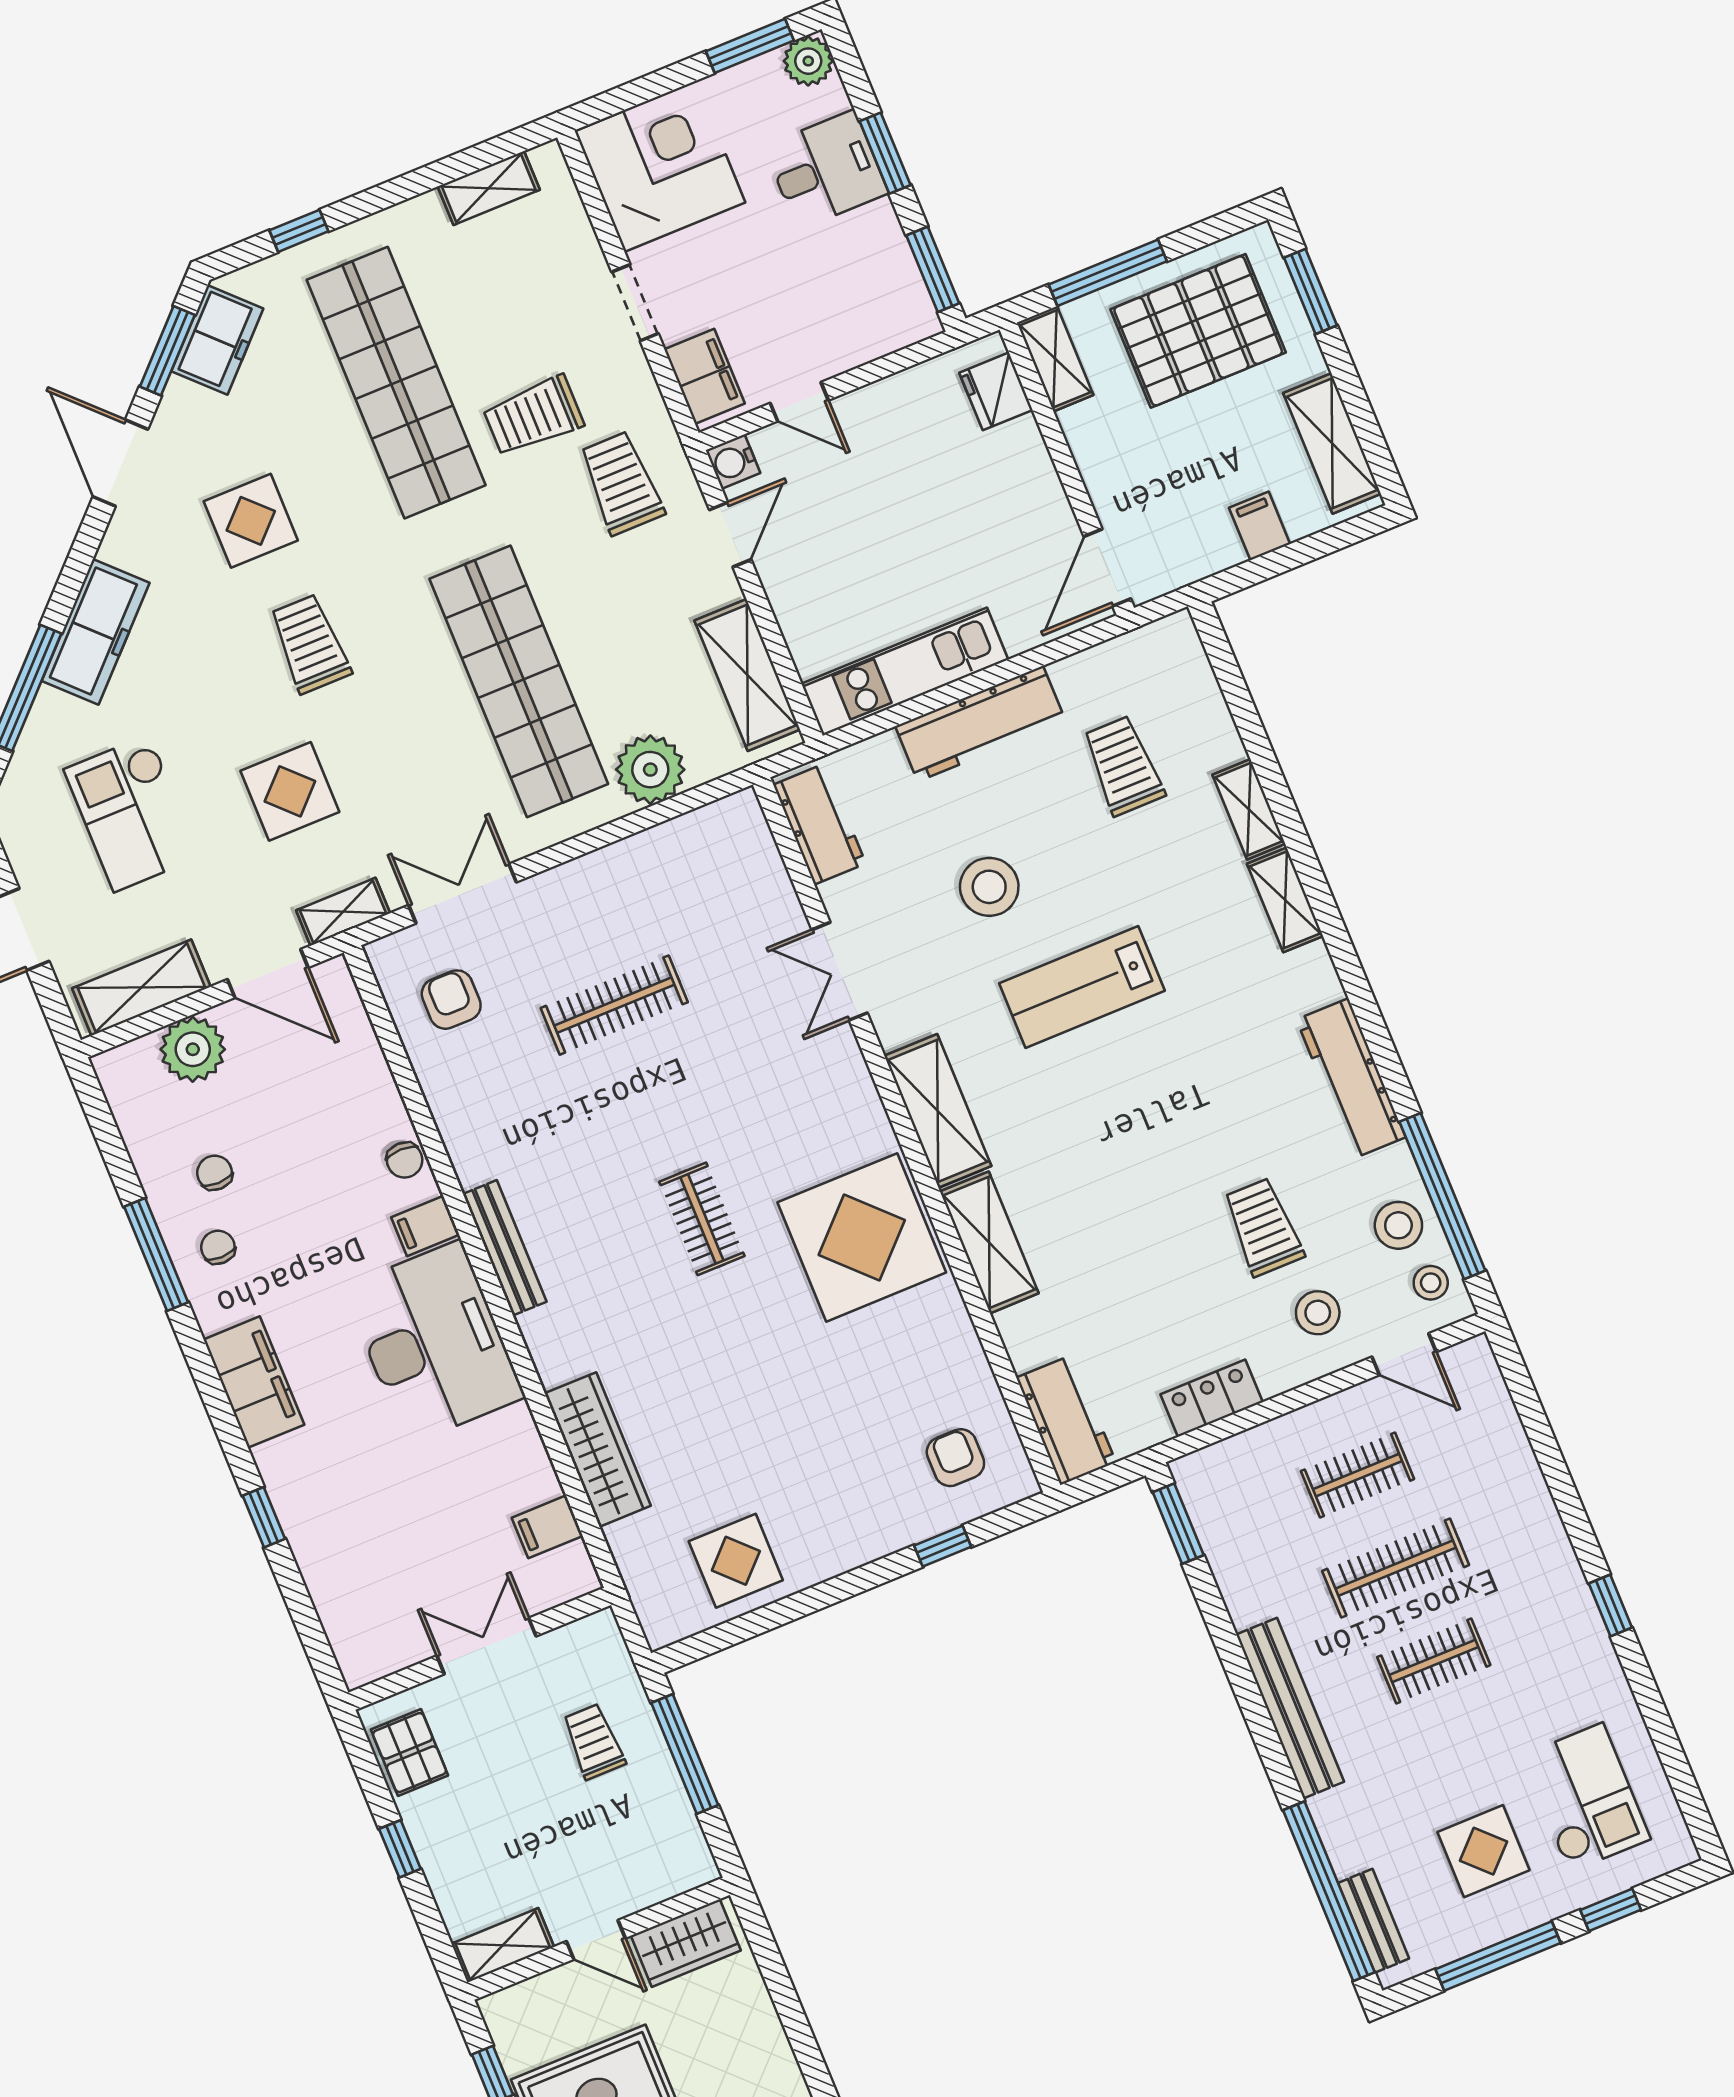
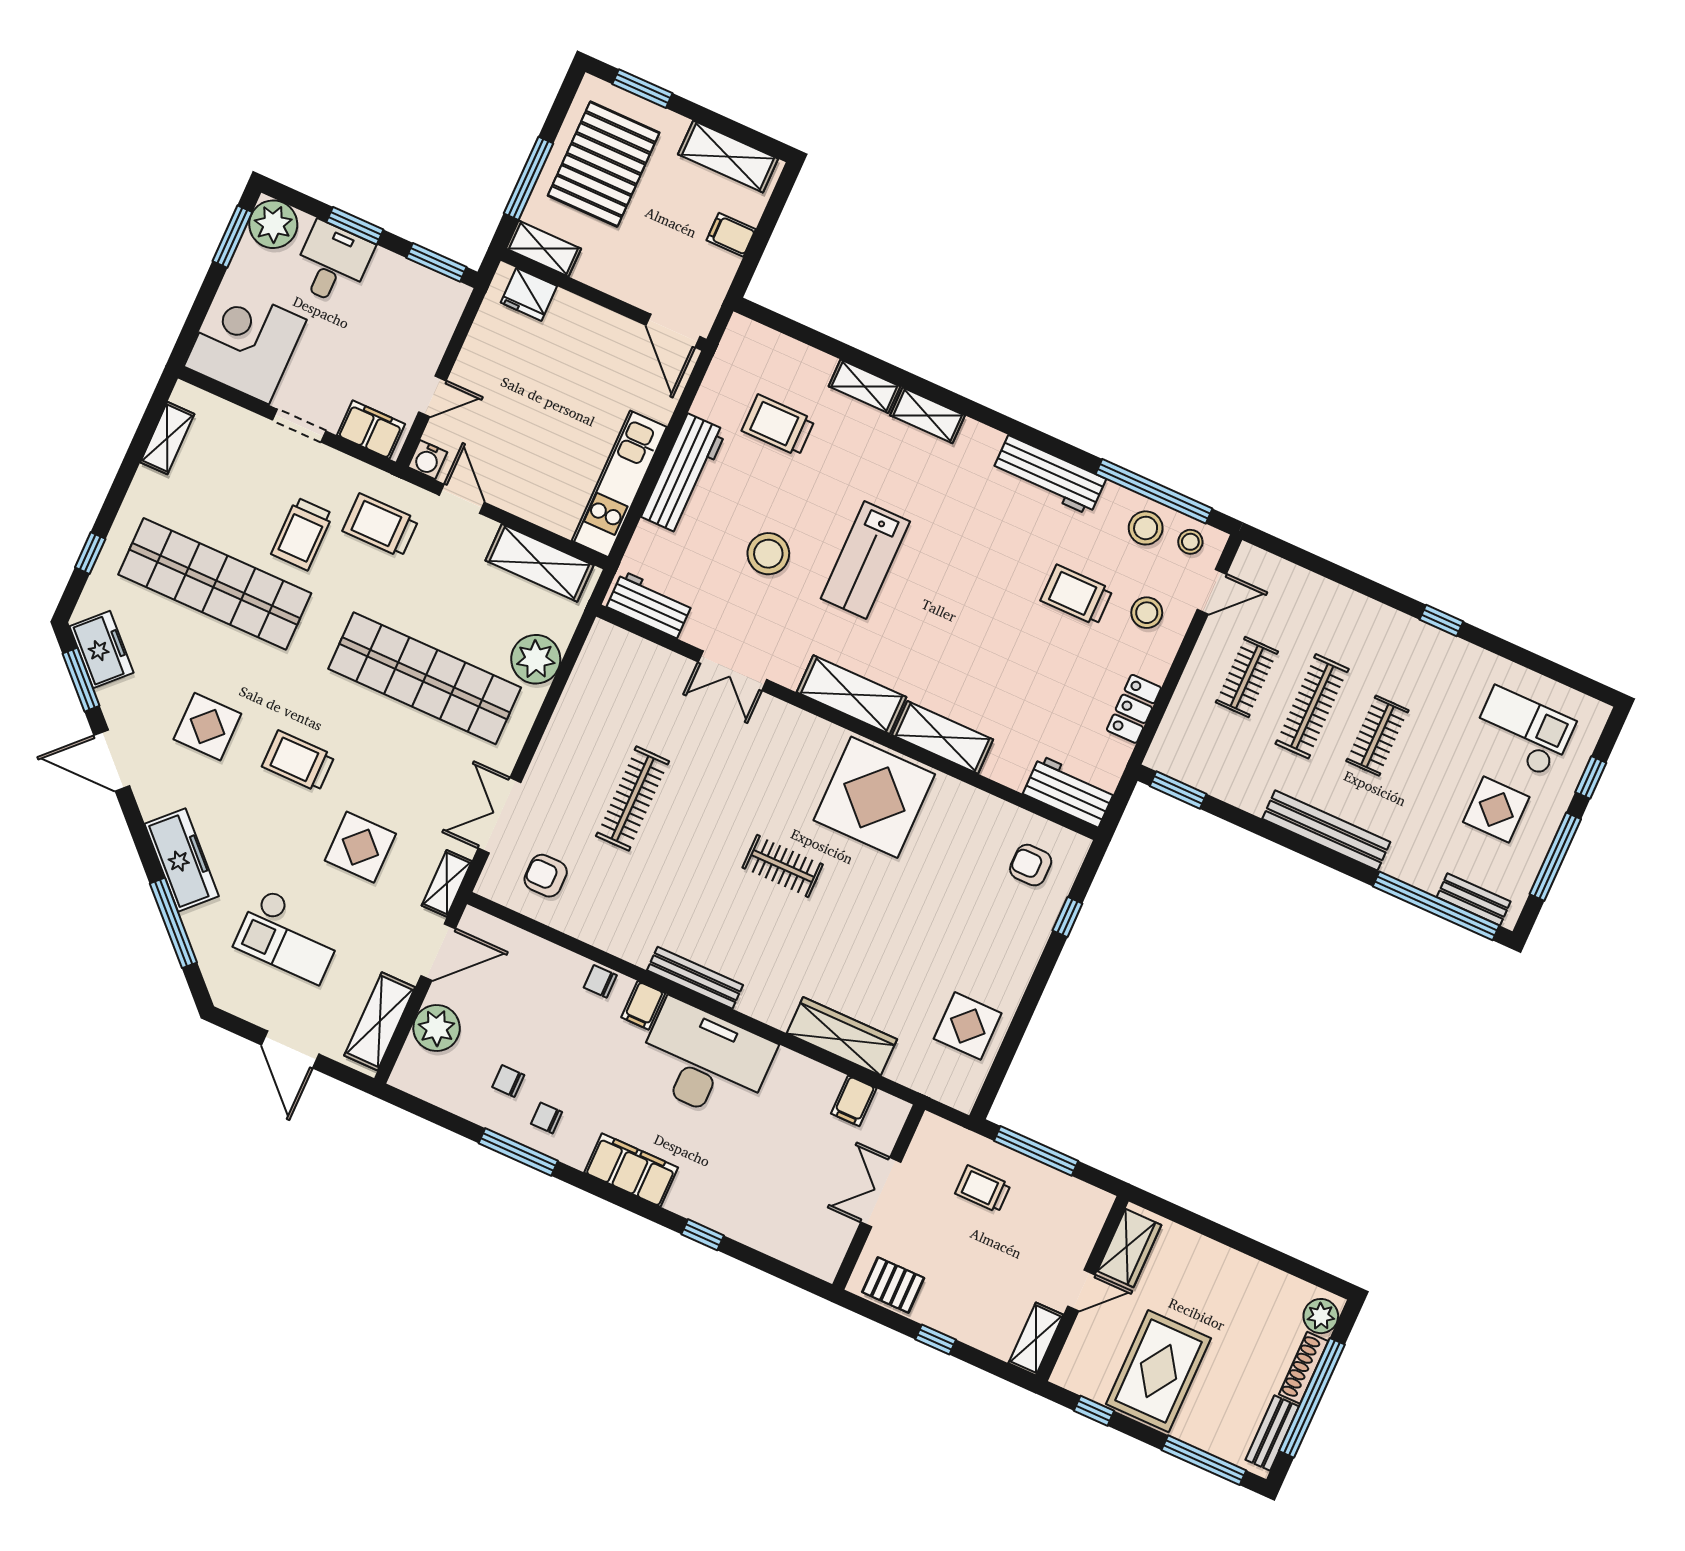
plant: (808, 61) -> (273, 224), width x1.36, depth x1.36
chair: (405, 1160) -> (600, 981), turned 180

